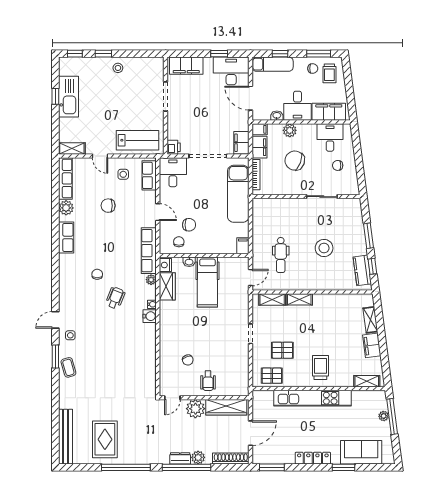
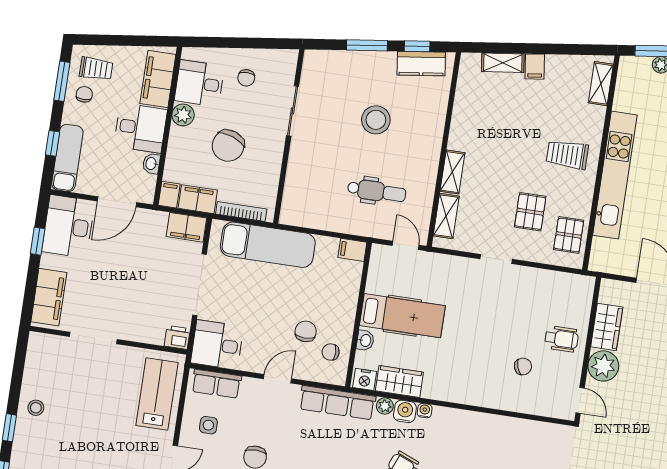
plant: (290, 130) -> (183, 115), moved
water cooler: (150, 316) -> (405, 411), moved
filing cabinet: (372, 345) -> (535, 67), width x0.50
wardrobe: (226, 407) -> (607, 327), width x0.67

